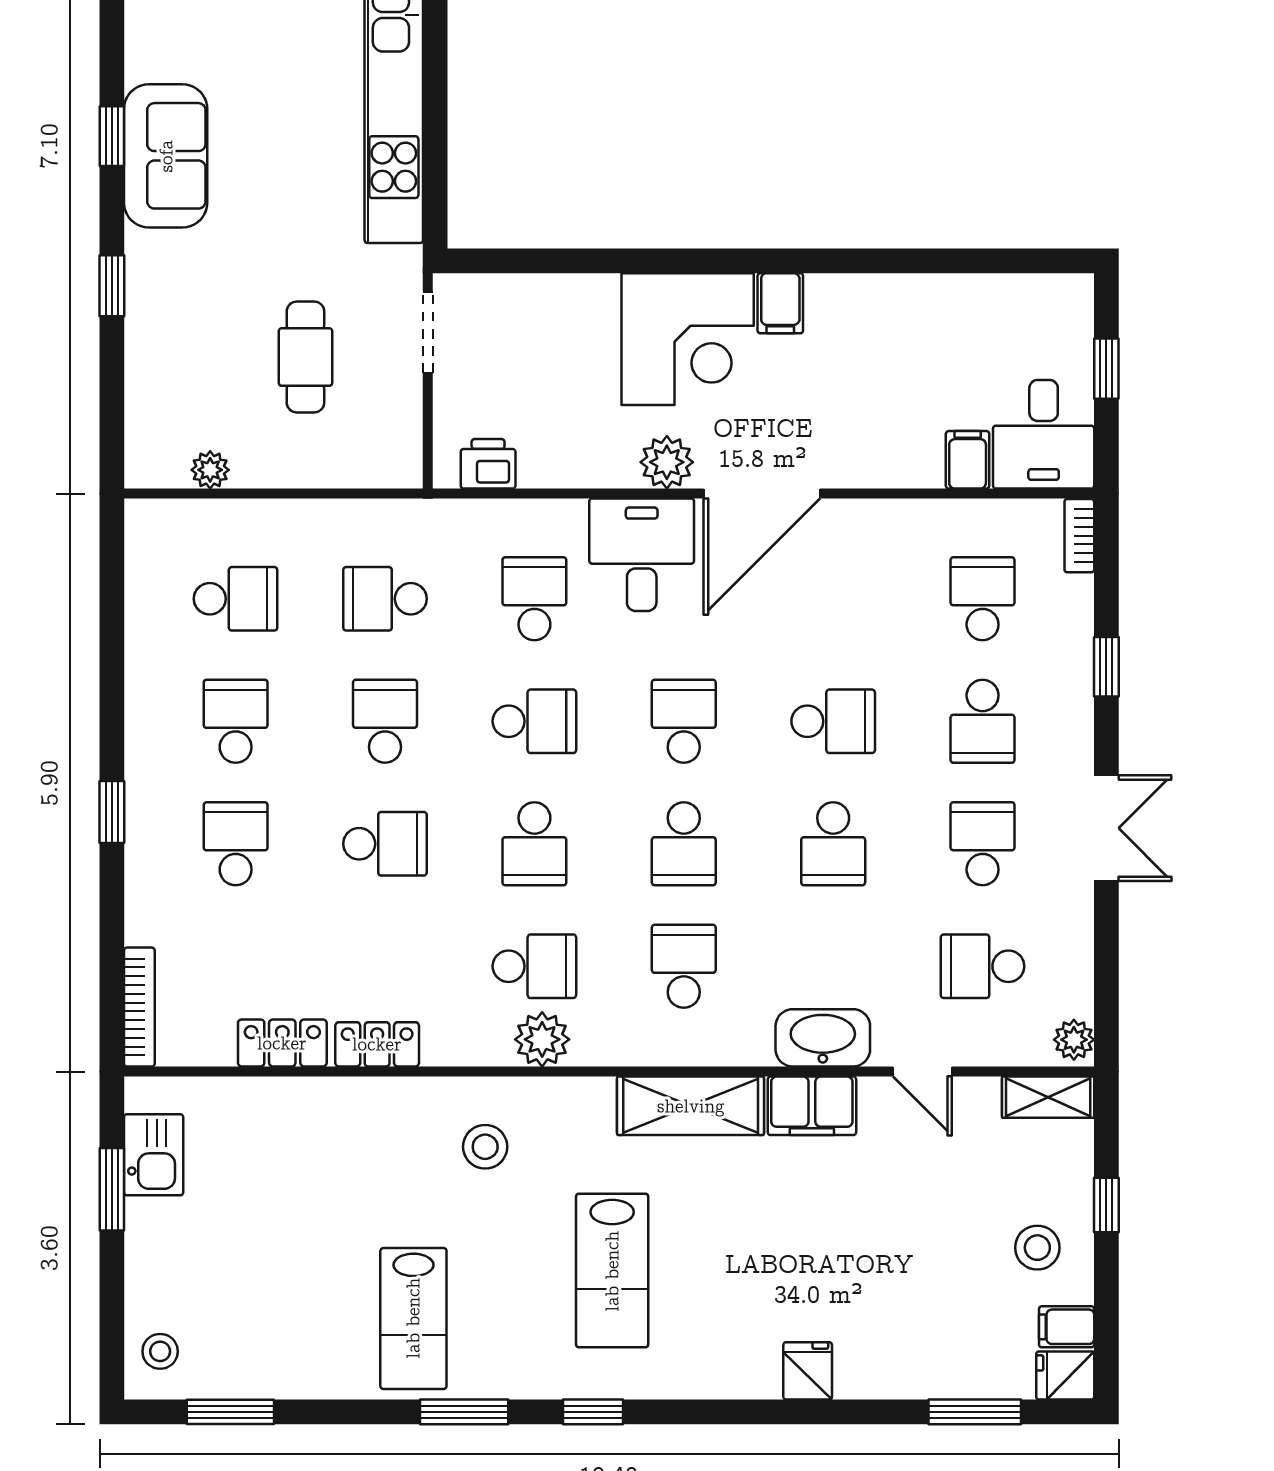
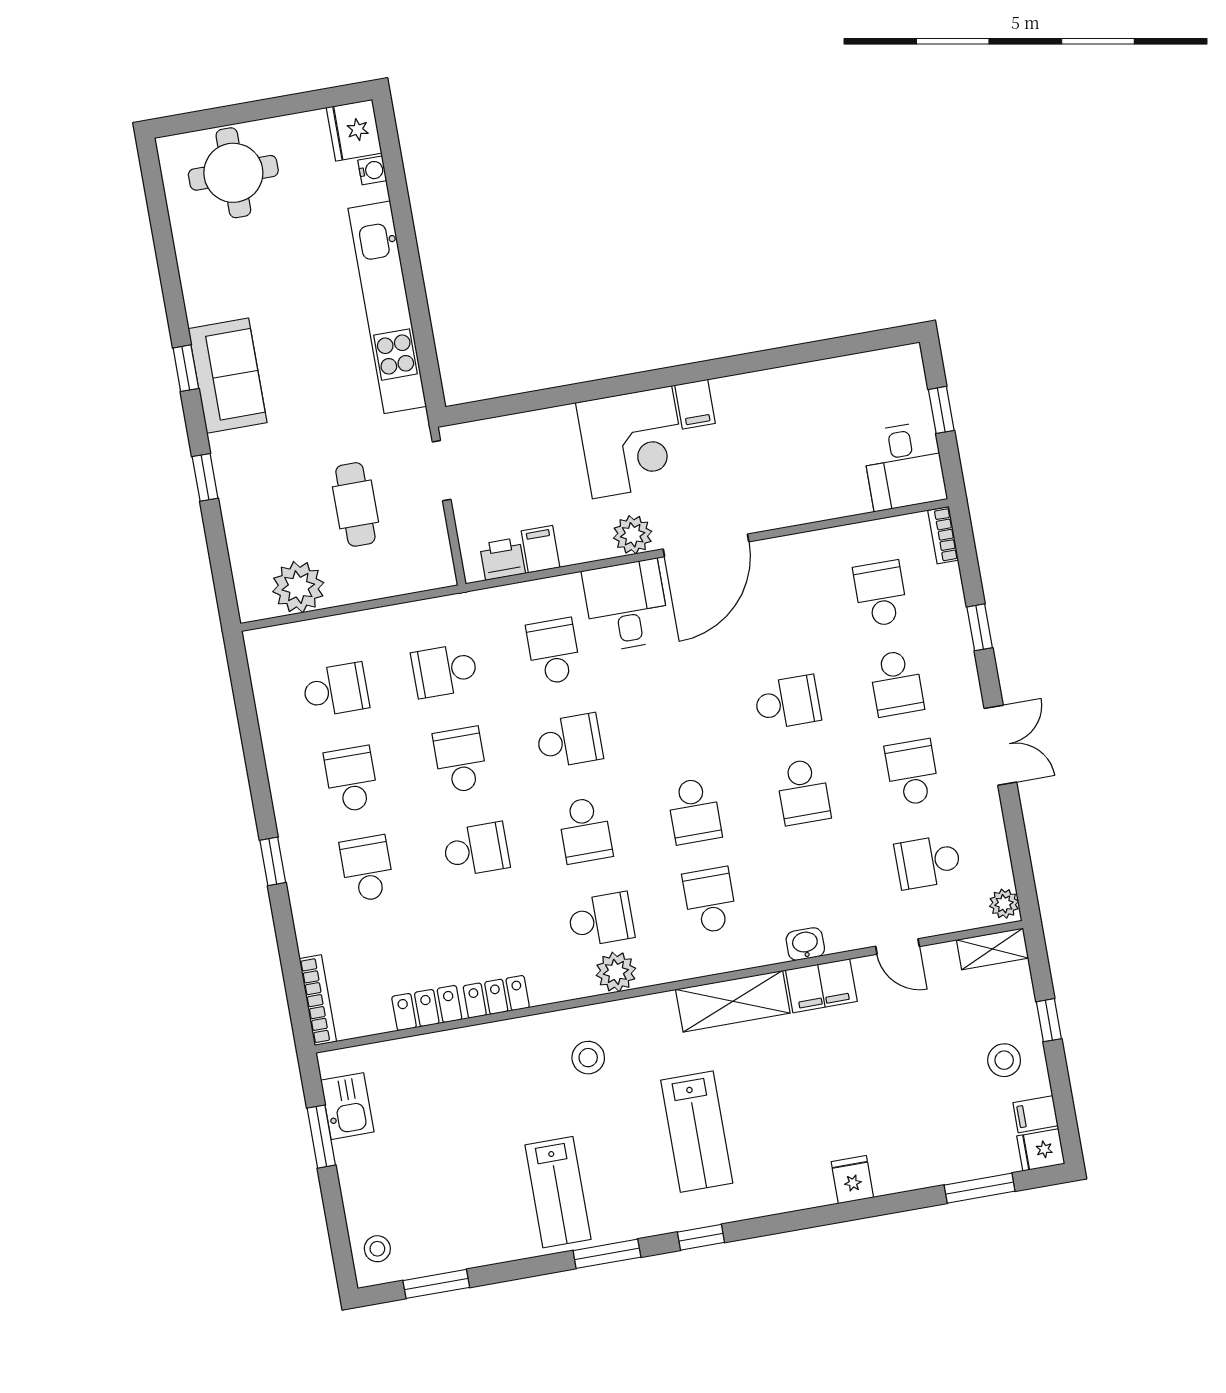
filing cabinet: (968, 460) -> (541, 549), moved
plant: (210, 470) -> (298, 587), width x1.88, depth x1.88
school desk: (684, 721) -> (678, 722), removed
washbasin: (823, 1038) -> (805, 944), width x0.52, depth x0.69

